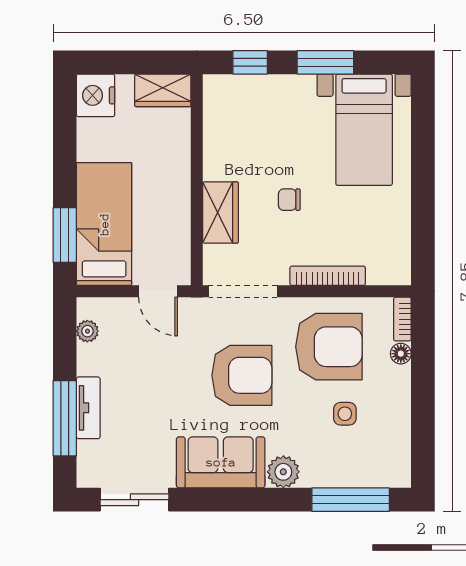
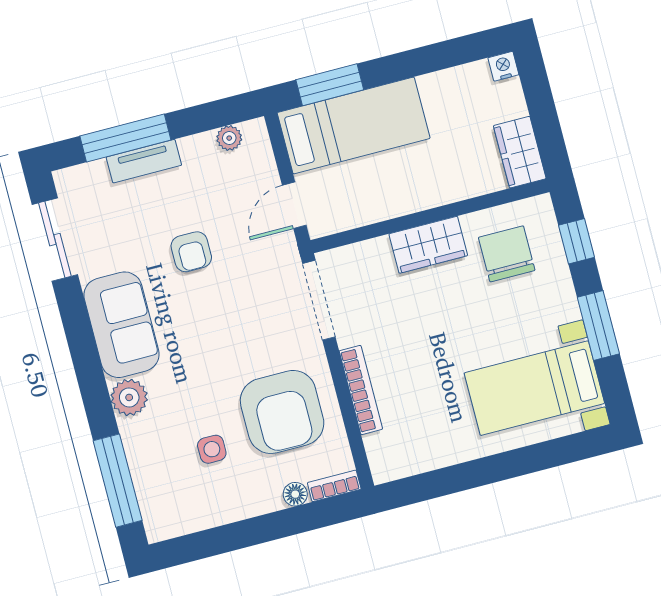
nightstand: (96, 95) -> (503, 66), width x0.53, depth x0.56
chair: (289, 200) -> (507, 254), moved, width x1.87, depth x1.87
wardrobe: (221, 212) -> (428, 245), moved
armchair: (242, 375) -> (191, 252), moved, width x0.53, depth x0.53

